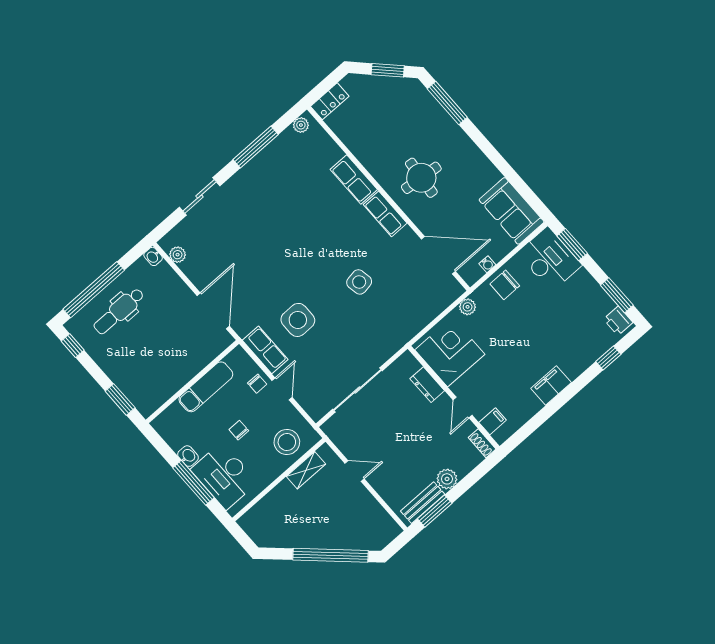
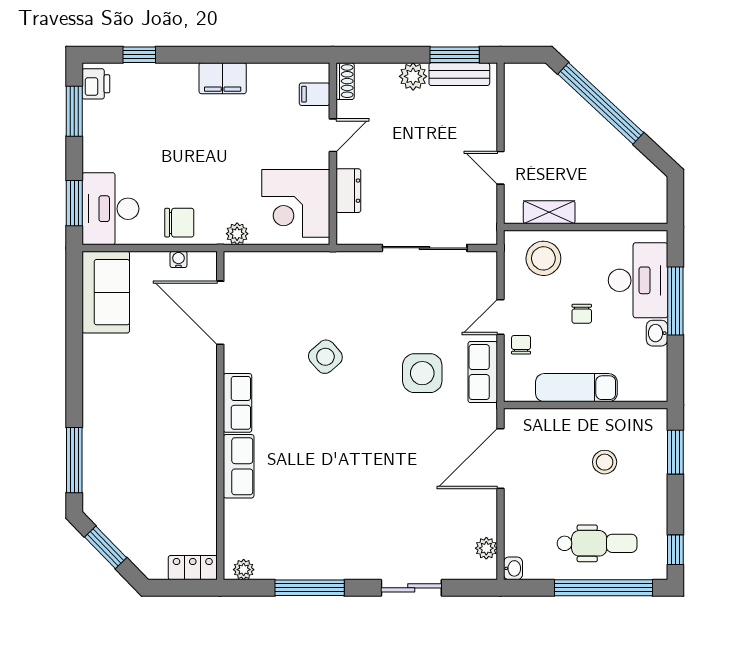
round table: (421, 178) -> (168, 407), removed
side table: (359, 282) -> (325, 357), turned -31
stool: (154, 360) -> (605, 462), added

